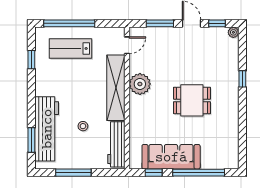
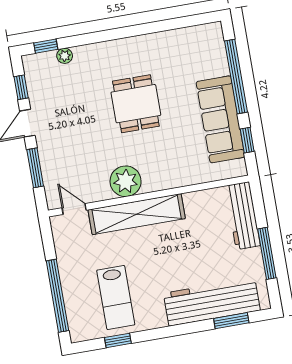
plant: (233, 32) -> (65, 56), moved
lab bench: (70, 48) -> (116, 297), moved
window: (242, 79) -> (46, 46), moved
stool: (83, 126) -> (199, 251), removed
workbench: (116, 144) -> (243, 216), moved, turned 90

